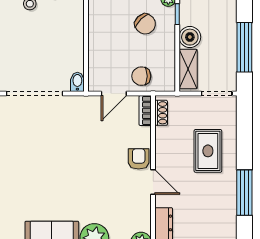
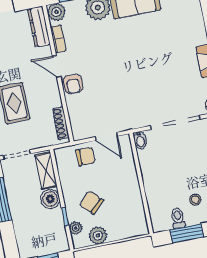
door: (114, 94) -> (106, 136), swing flipped
bookcase: (145, 110) -> (58, 39), moved
shoe rack: (161, 113) -> (61, 123), width x1.43

